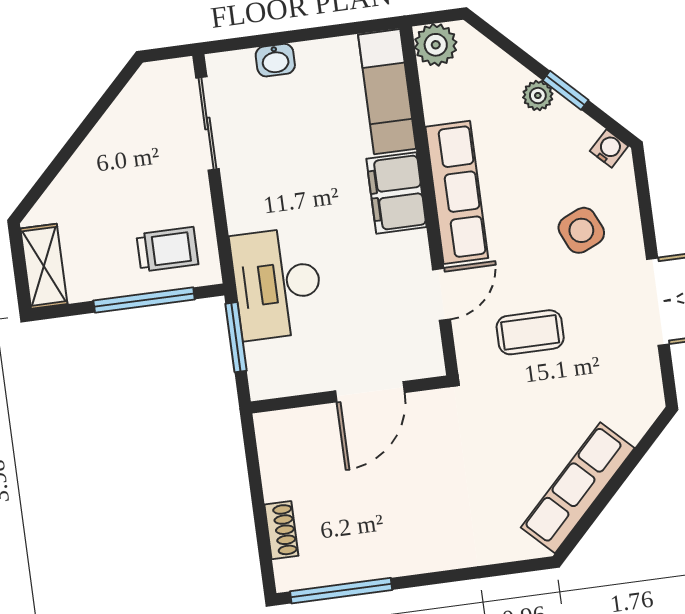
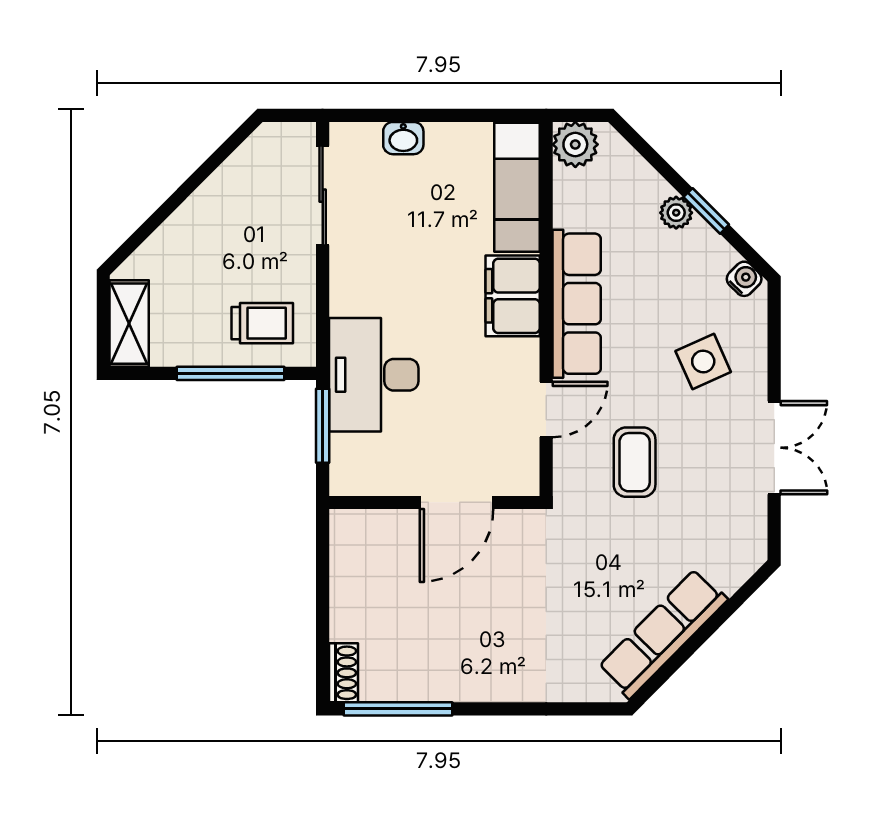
coffee table: (530, 332) -> (635, 462), turned 90
shoe rack: (281, 530) -> (343, 673), moved

